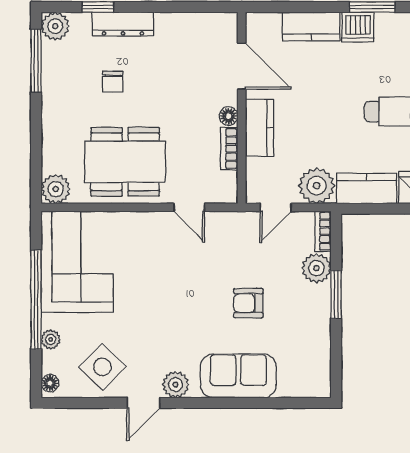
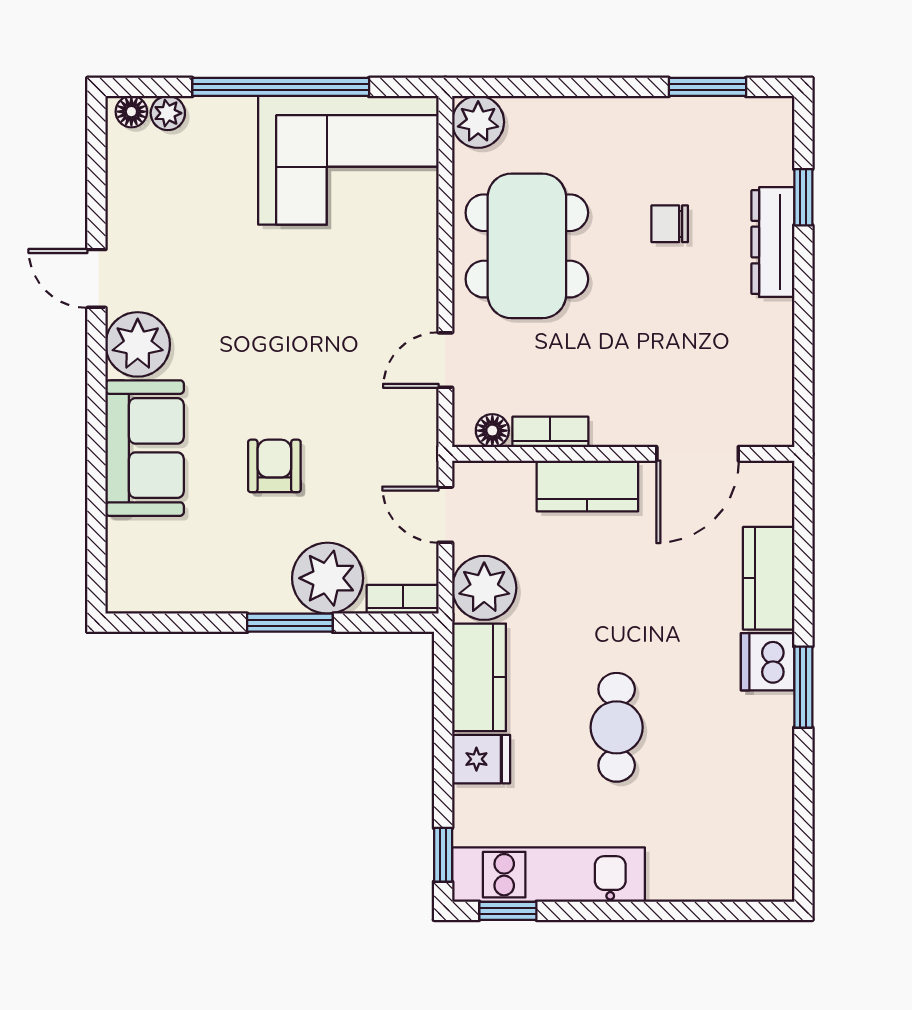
plant: (55, 26) -> (769, 121), removed
window: (36, 61) -> (707, 87), width x0.69
floor lamp: (229, 116) -> (492, 431), moved
plant: (316, 268) -> (328, 578), width x1.36, depth x1.36
plant: (51, 339) -> (168, 113), moved
side table: (102, 367) -> (160, 205), removed
plant: (175, 385) -> (138, 344), width x1.36, depth x1.36

